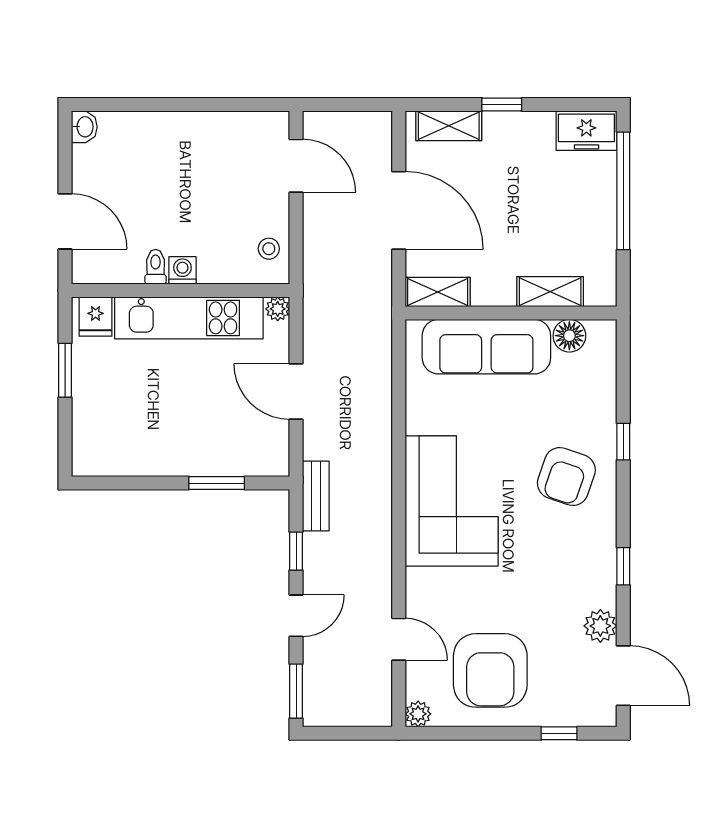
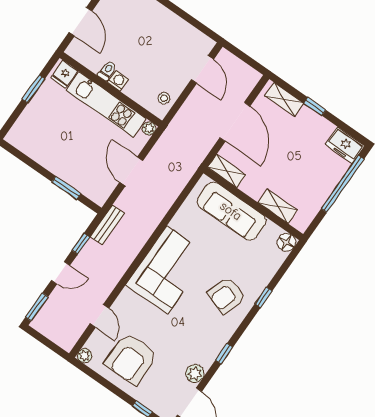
floor lamp: (569, 336) -> (287, 242), moved

